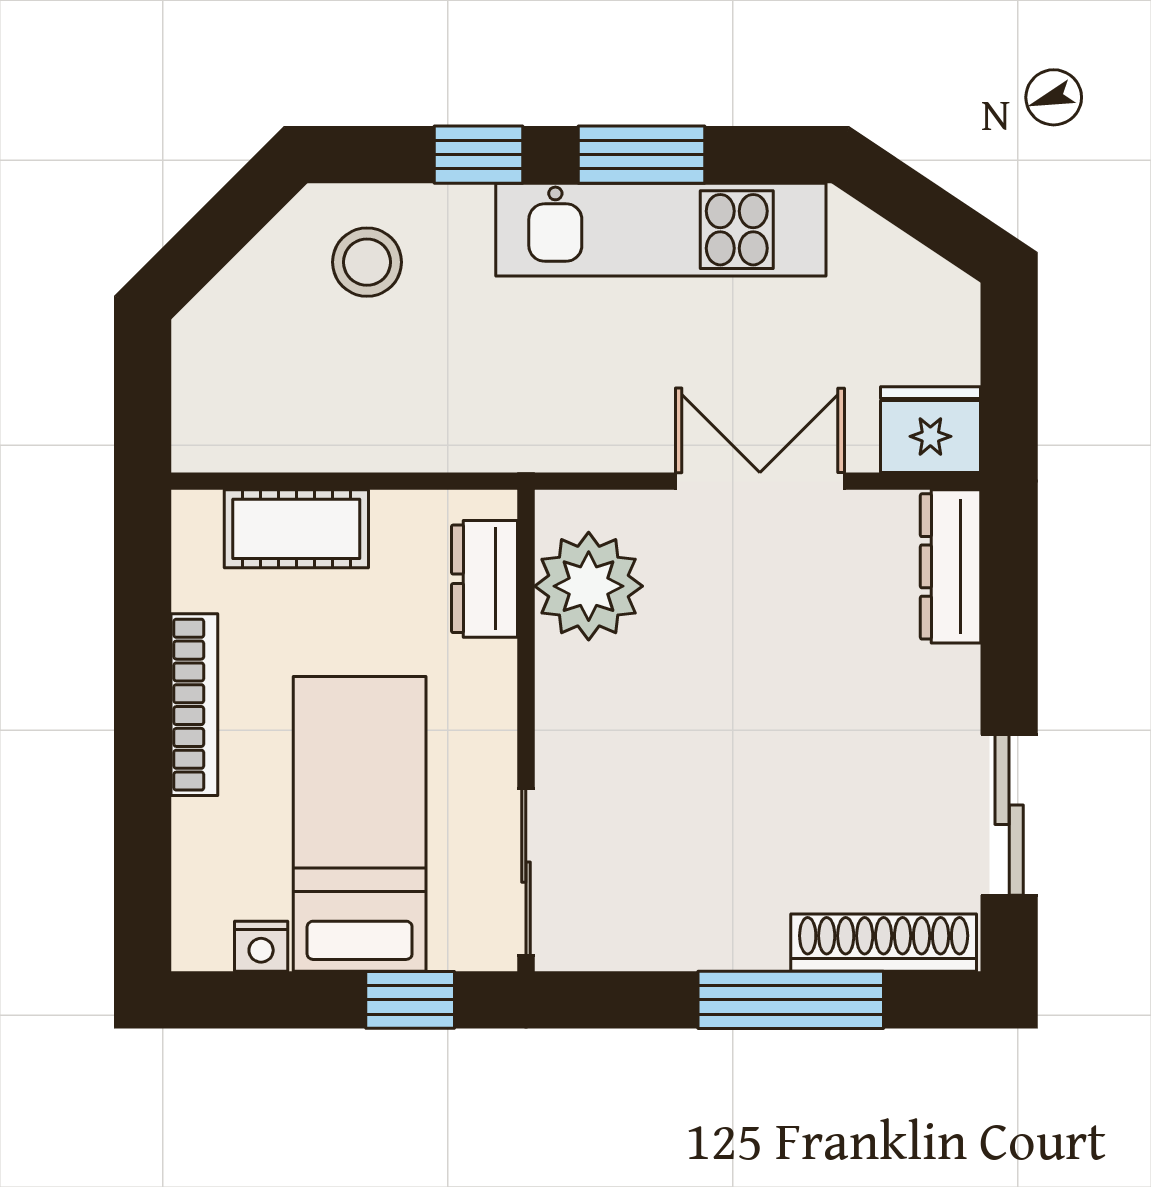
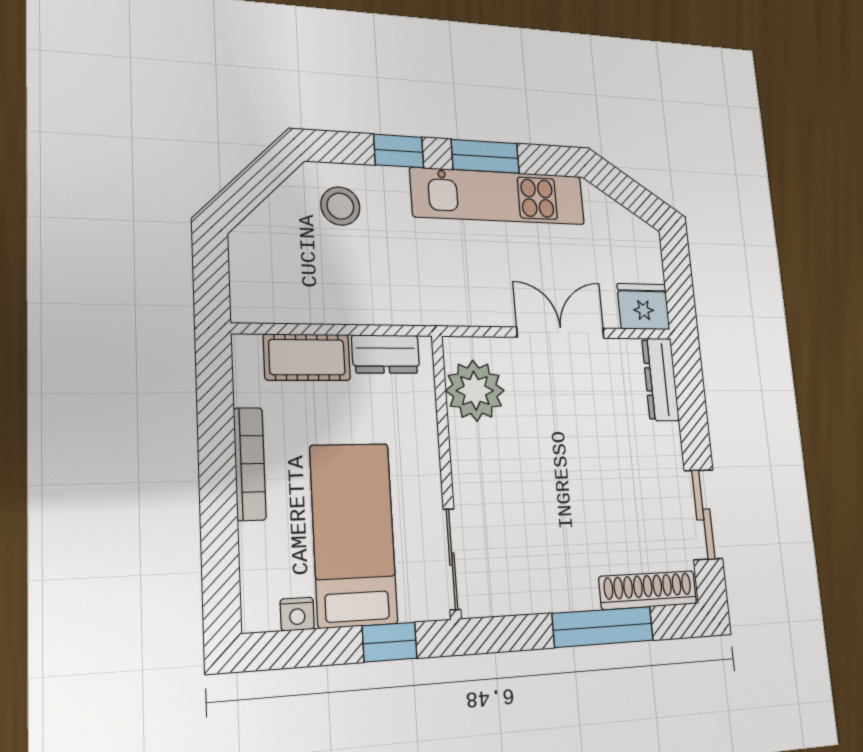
dresser: (485, 579) -> (386, 354), moved, turned -90

